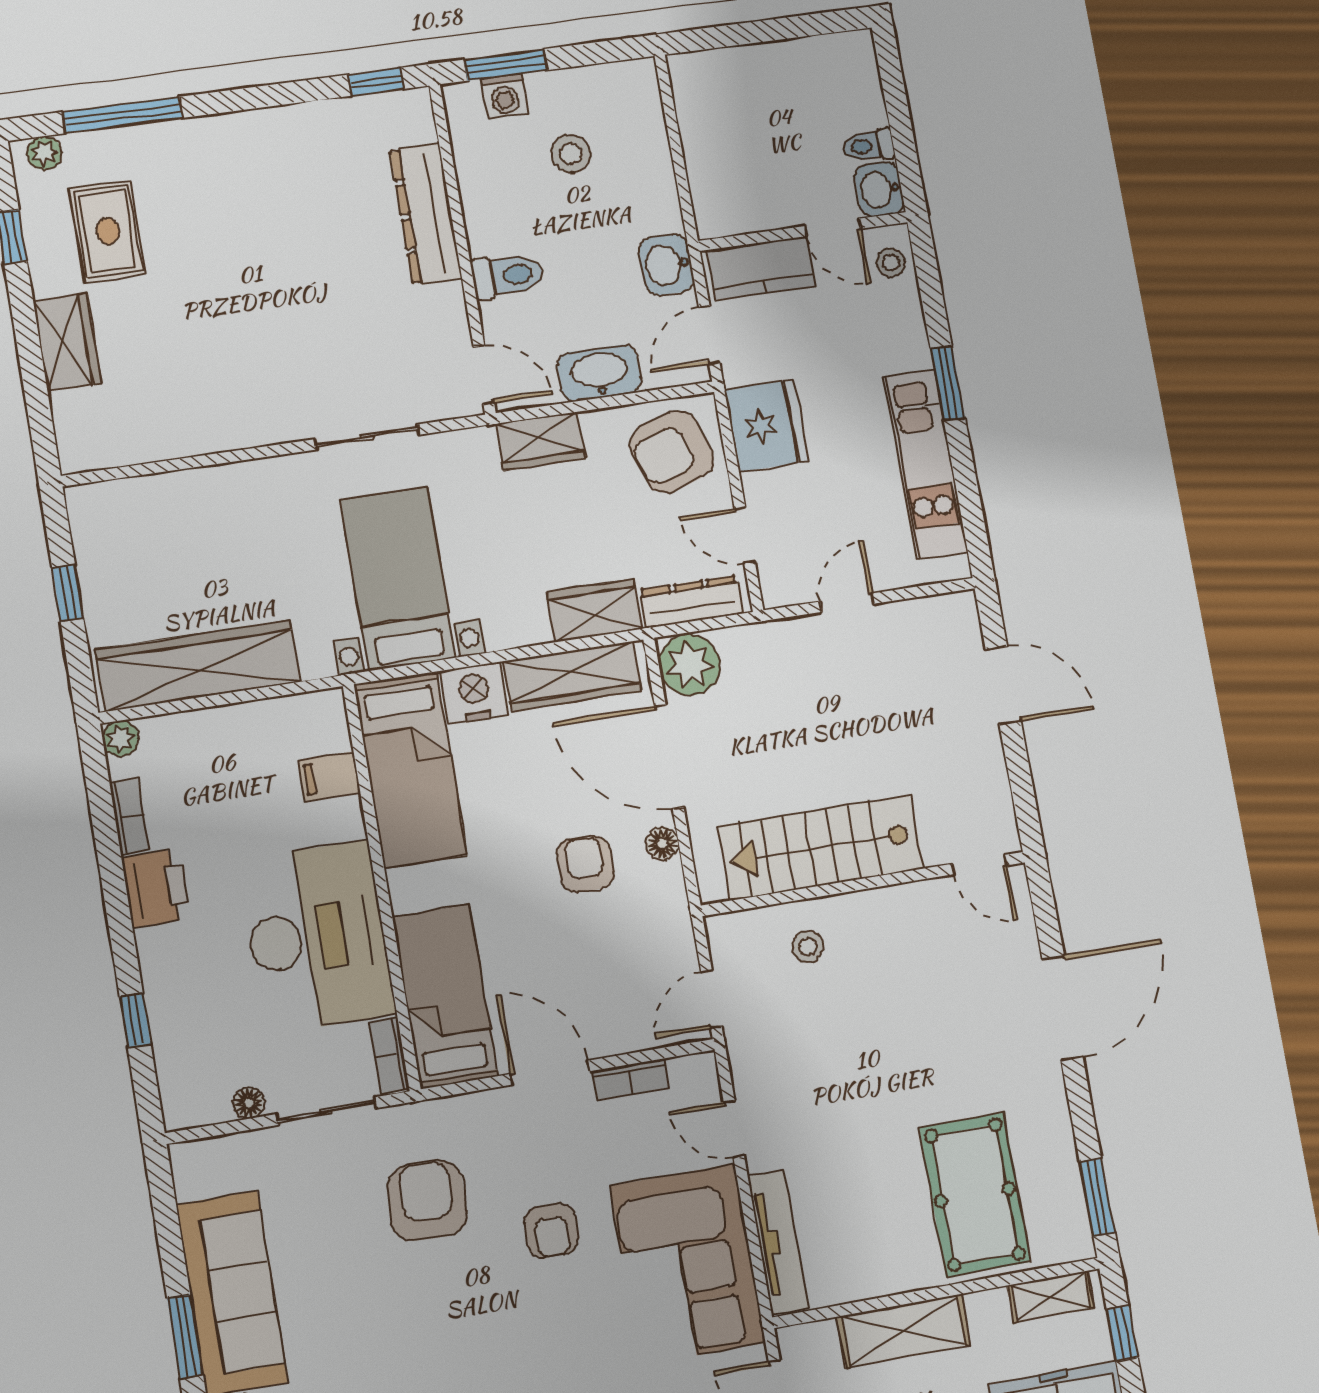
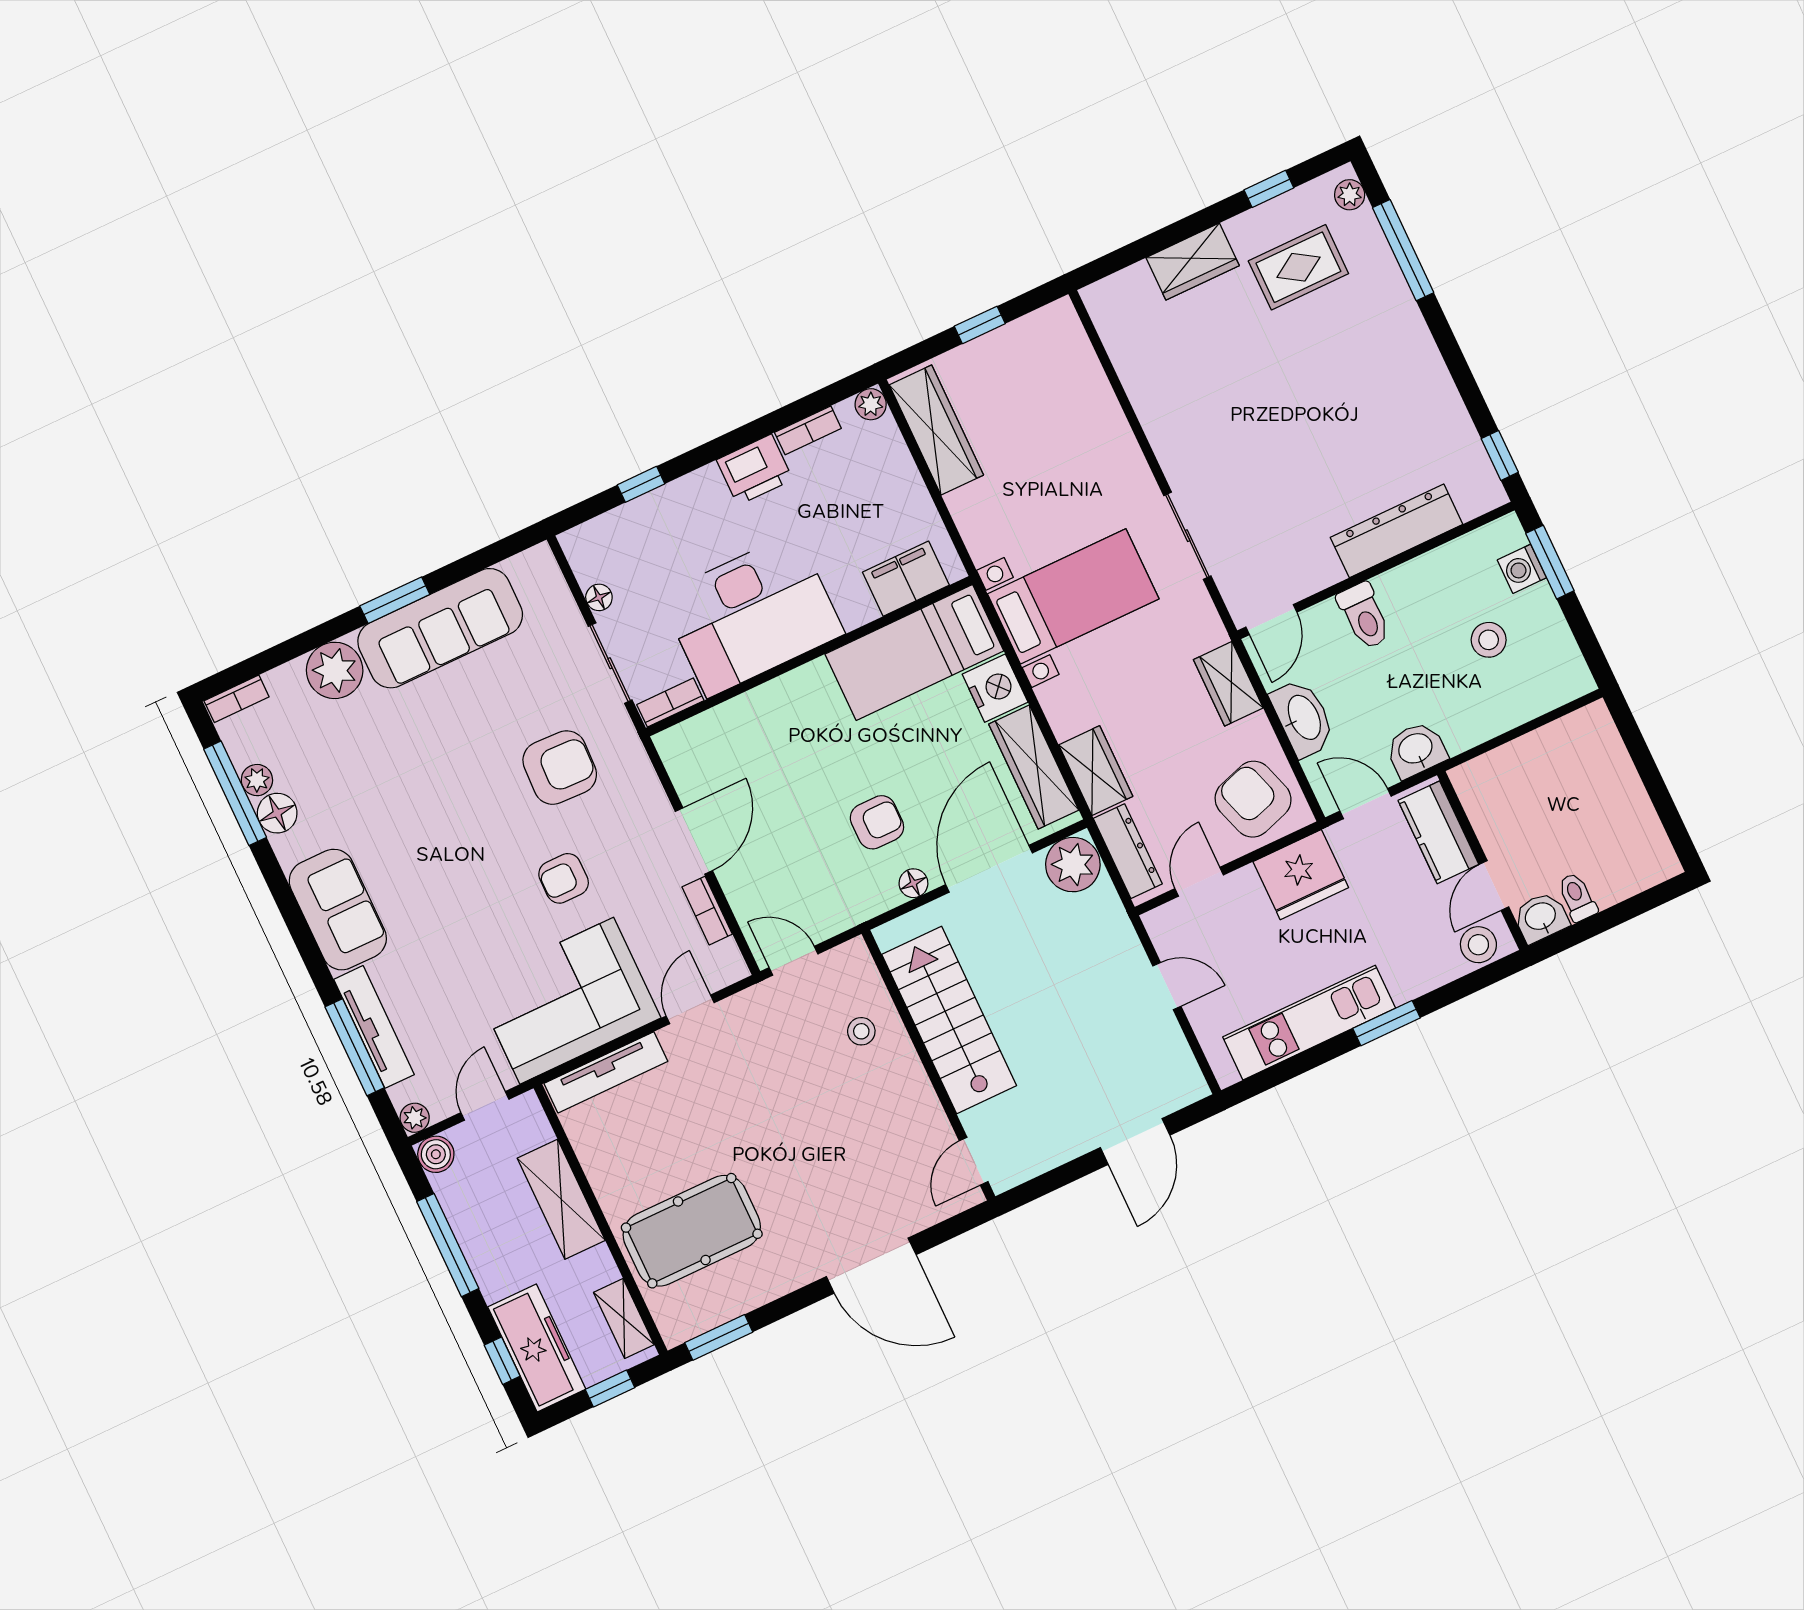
stool: (891, 263) -> (1478, 945), width x1.37, depth x1.37
wardrobe: (198, 666) -> (936, 430), width x0.71, depth x0.85
filing cabinet: (329, 776) -> (906, 579), width x2.00
bed: (445, 996) -> (732, 735), removed

